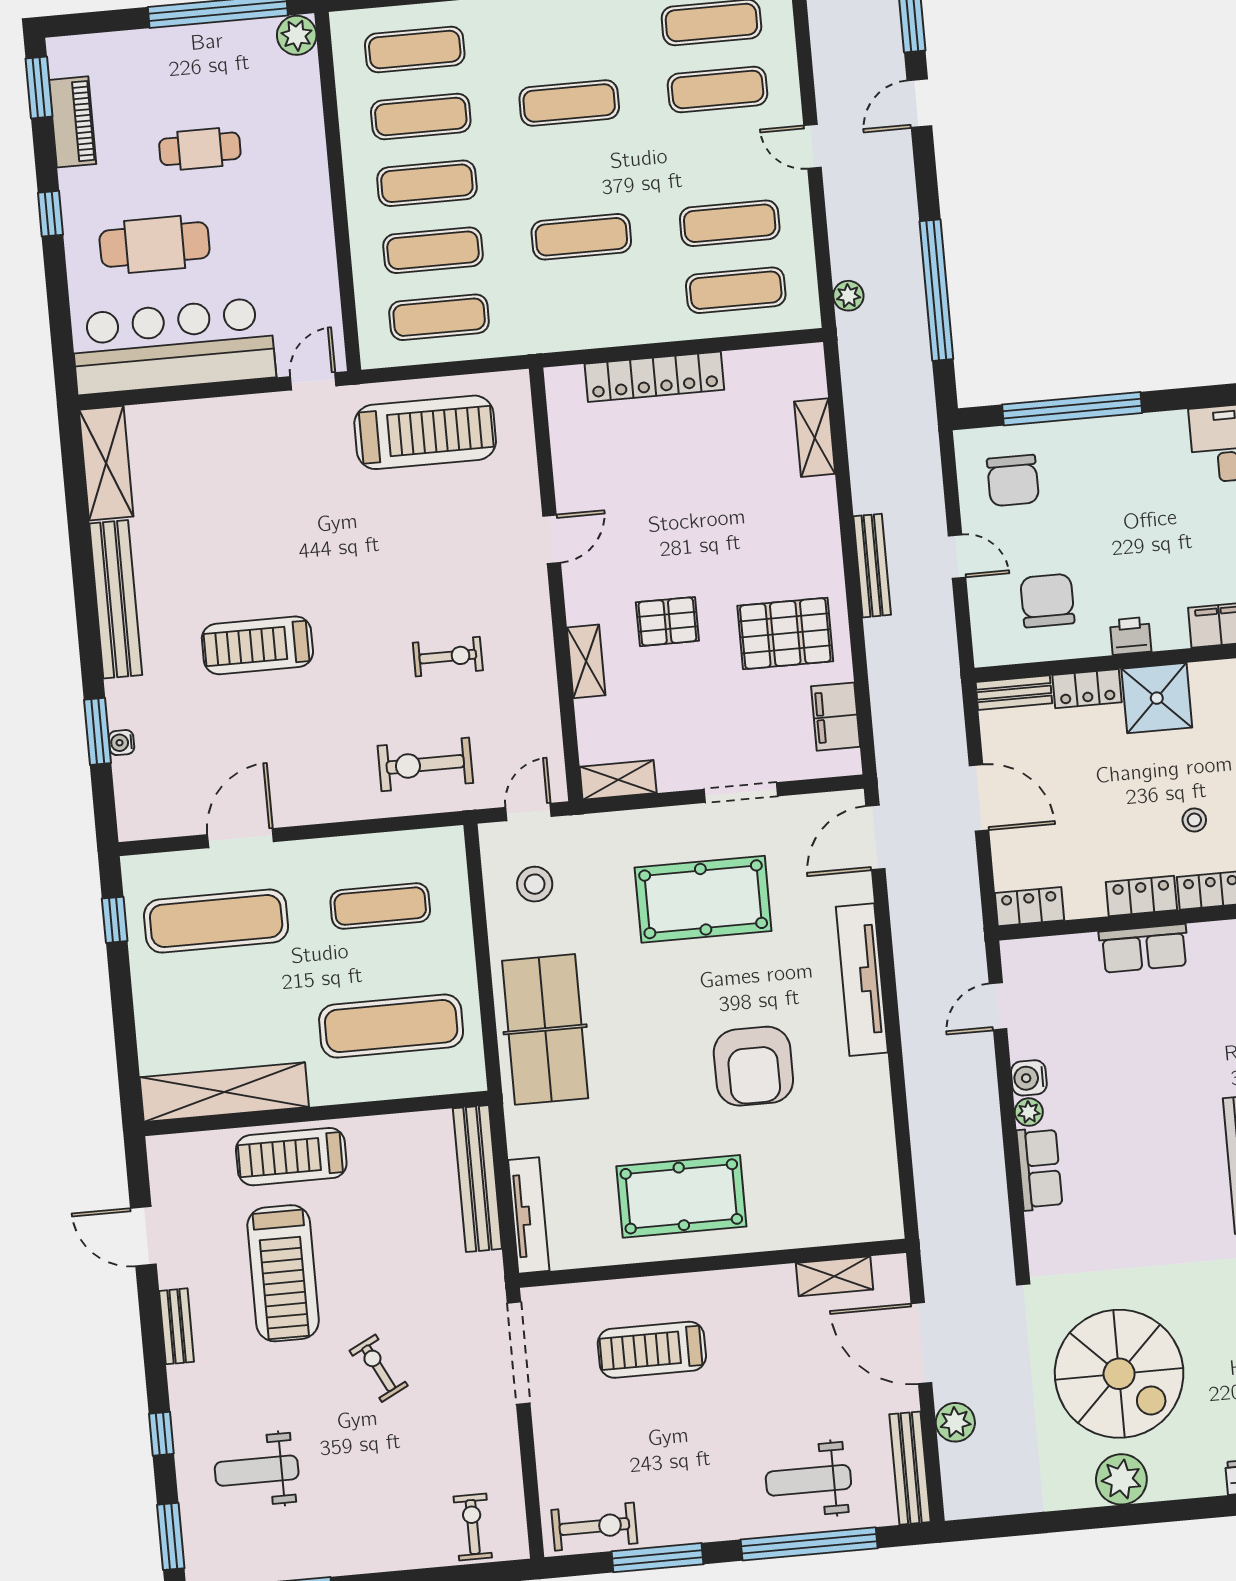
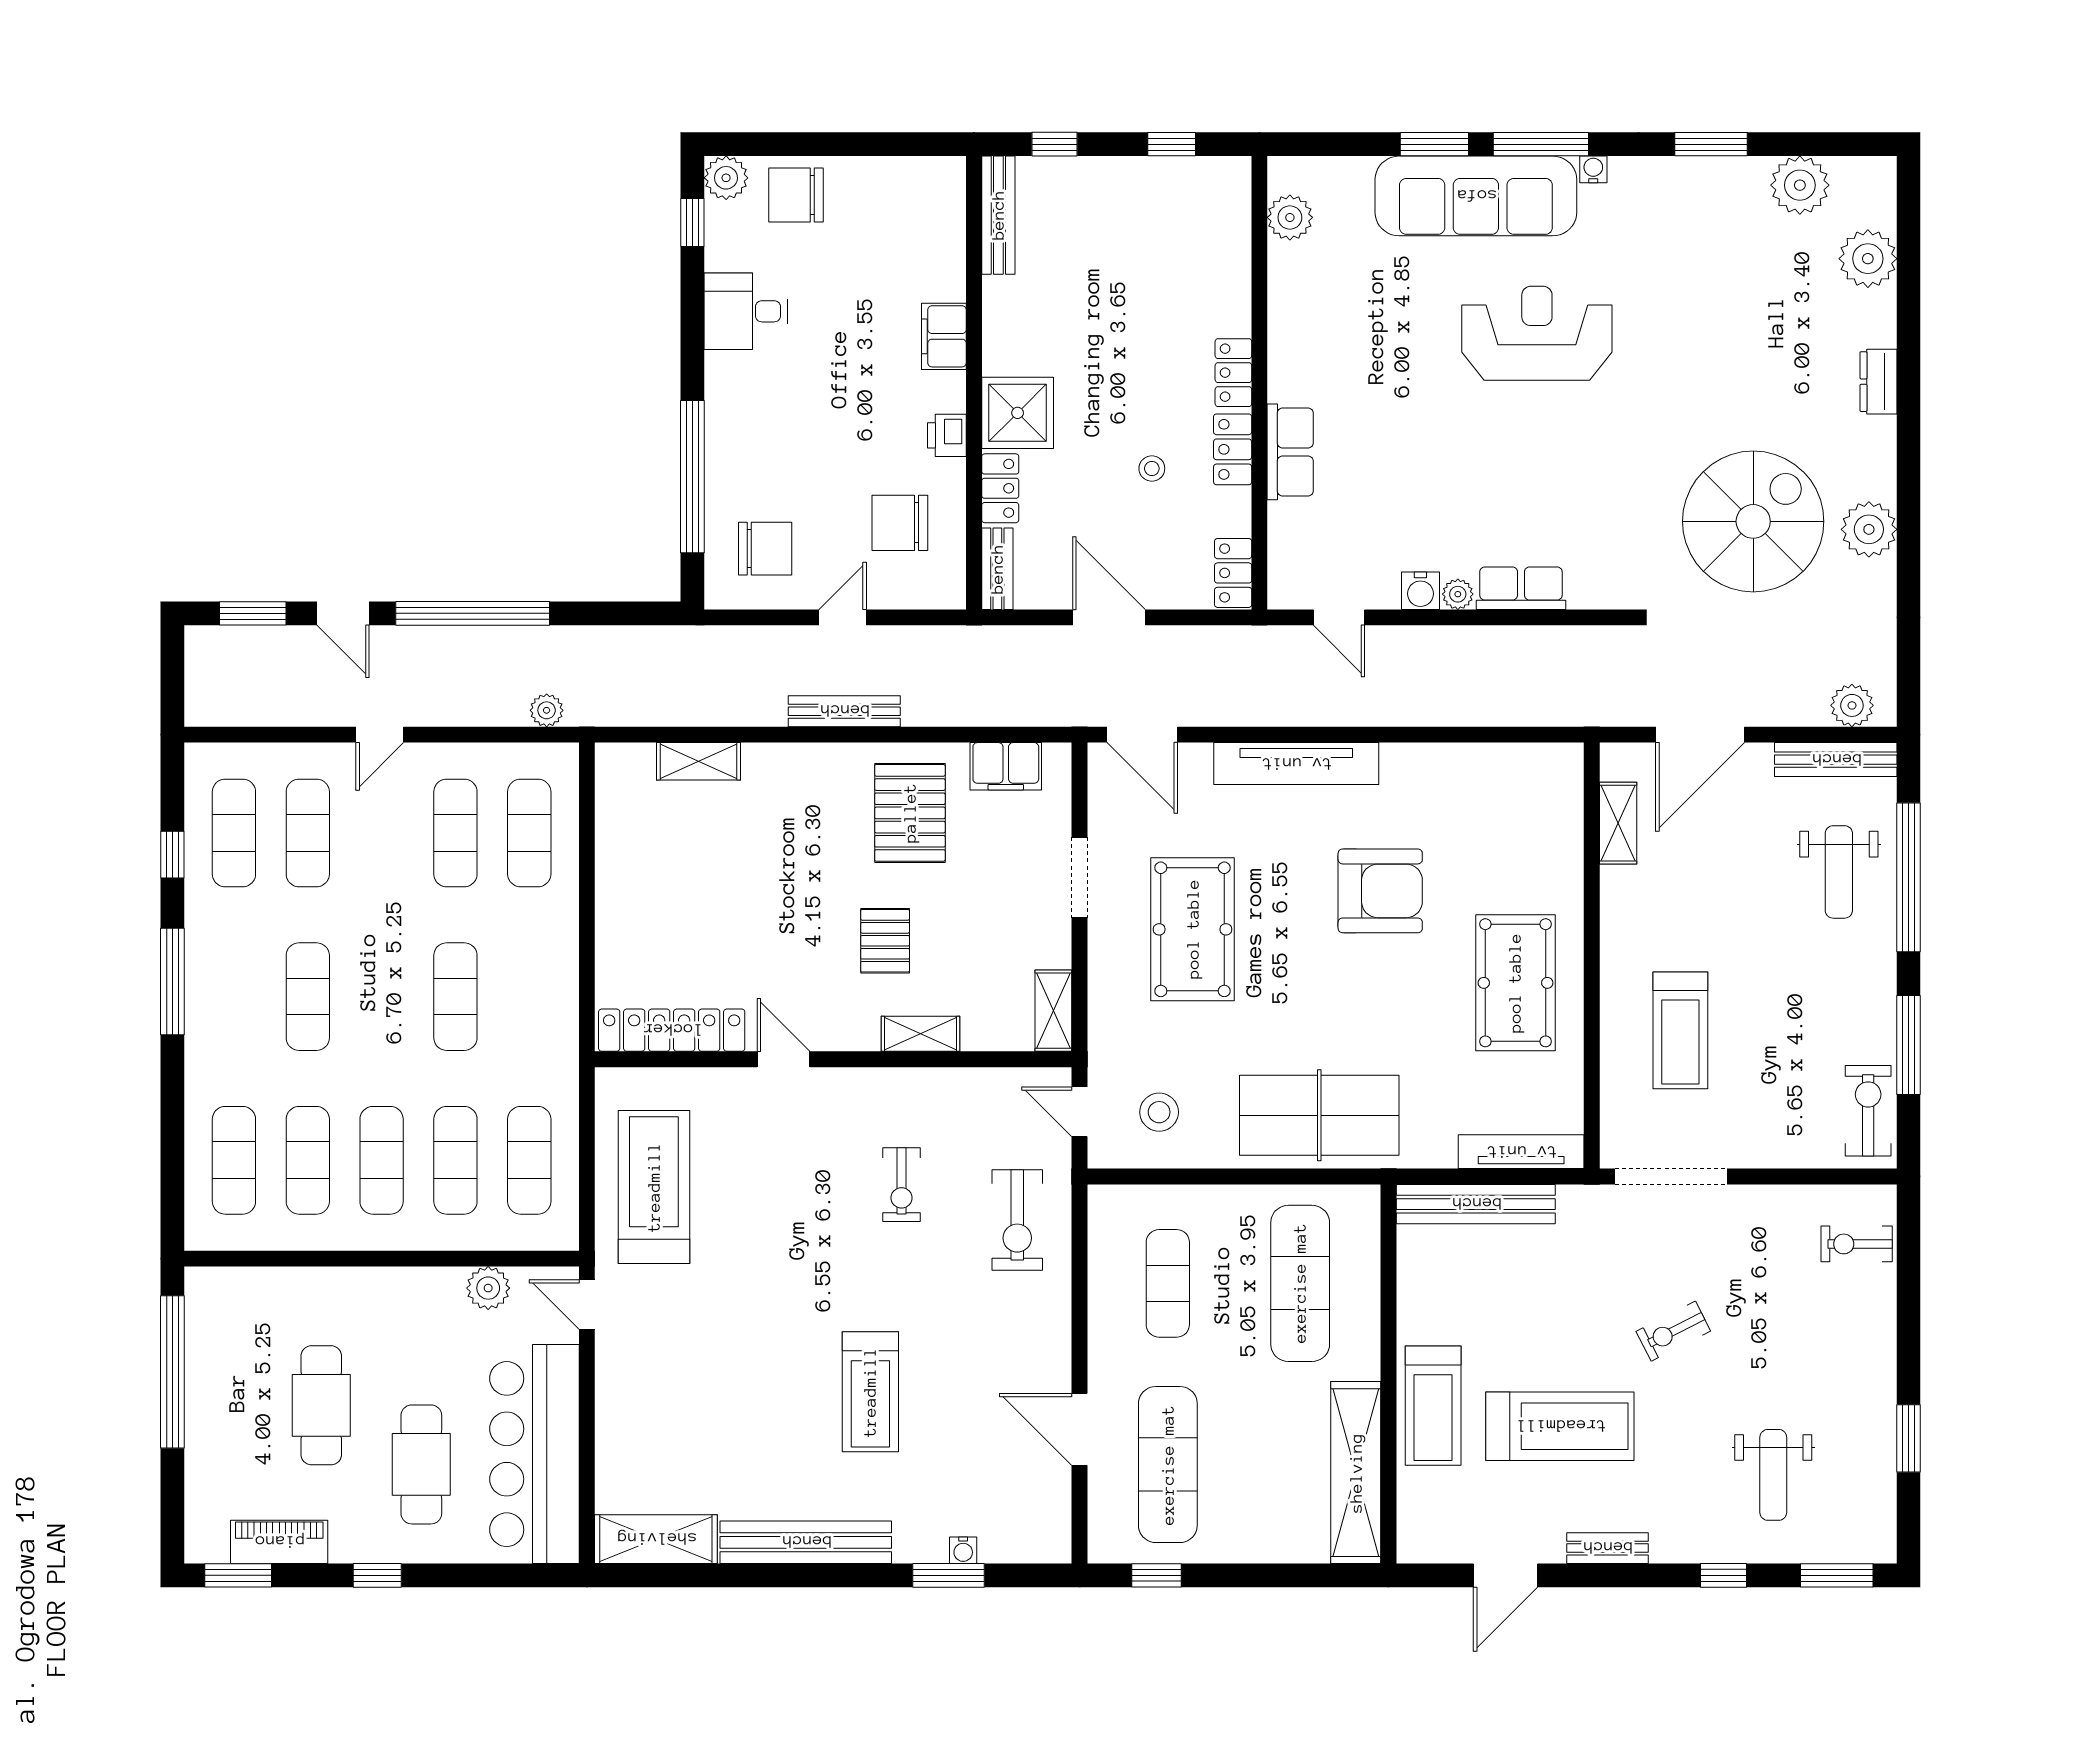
plant: (297, 35) -> (488, 1288), moved
cafe table: (200, 149) -> (321, 1405), width x1.37, depth x1.35
window: (936, 290) -> (473, 613), moved
locker: (654, 377) -> (672, 1030), moved, turned -90
exercise bike: (448, 657) -> (902, 1185), turned 180
door: (979, 798) -> (1109, 617), hinge flipped
stool: (1194, 820) -> (1152, 468), moved
plant: (955, 1422) -> (1852, 705), moved

